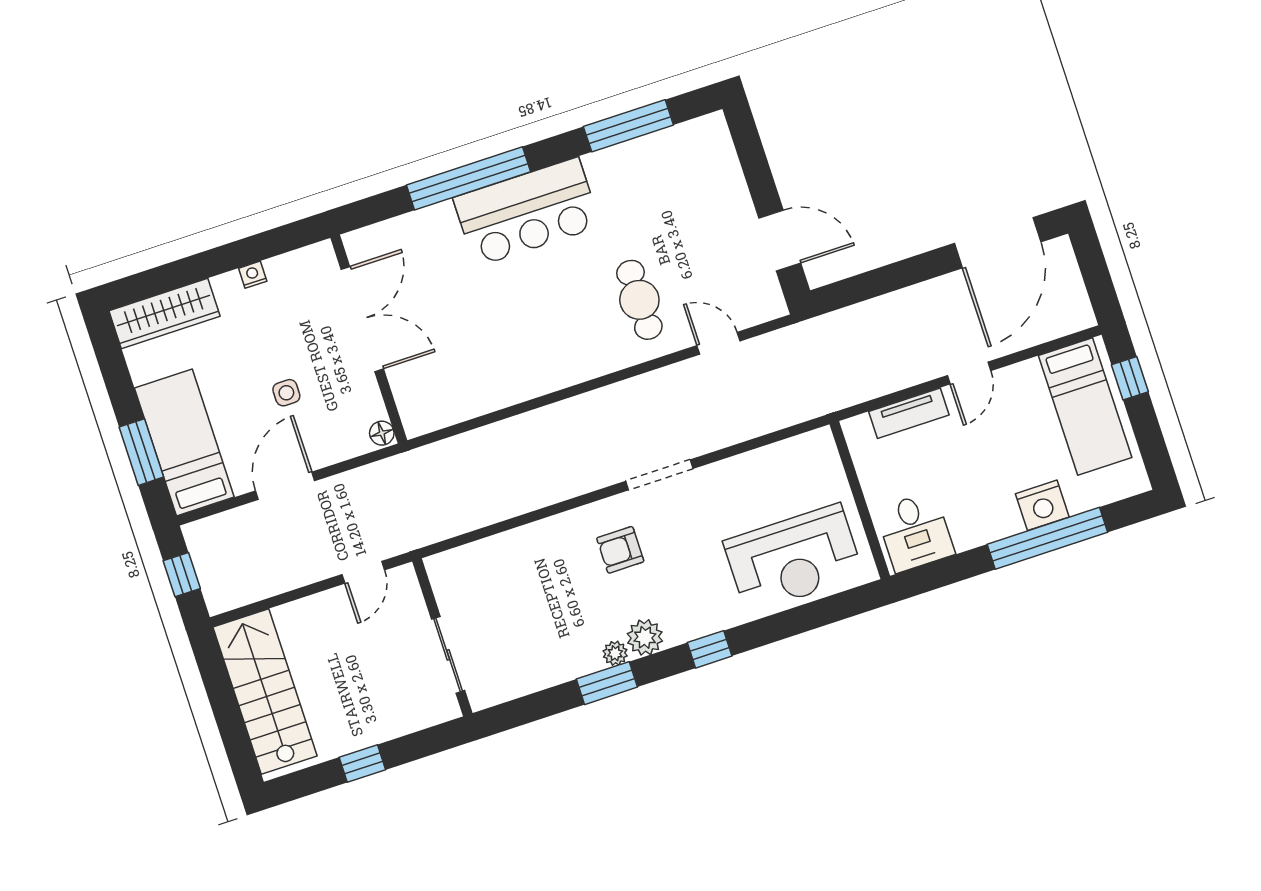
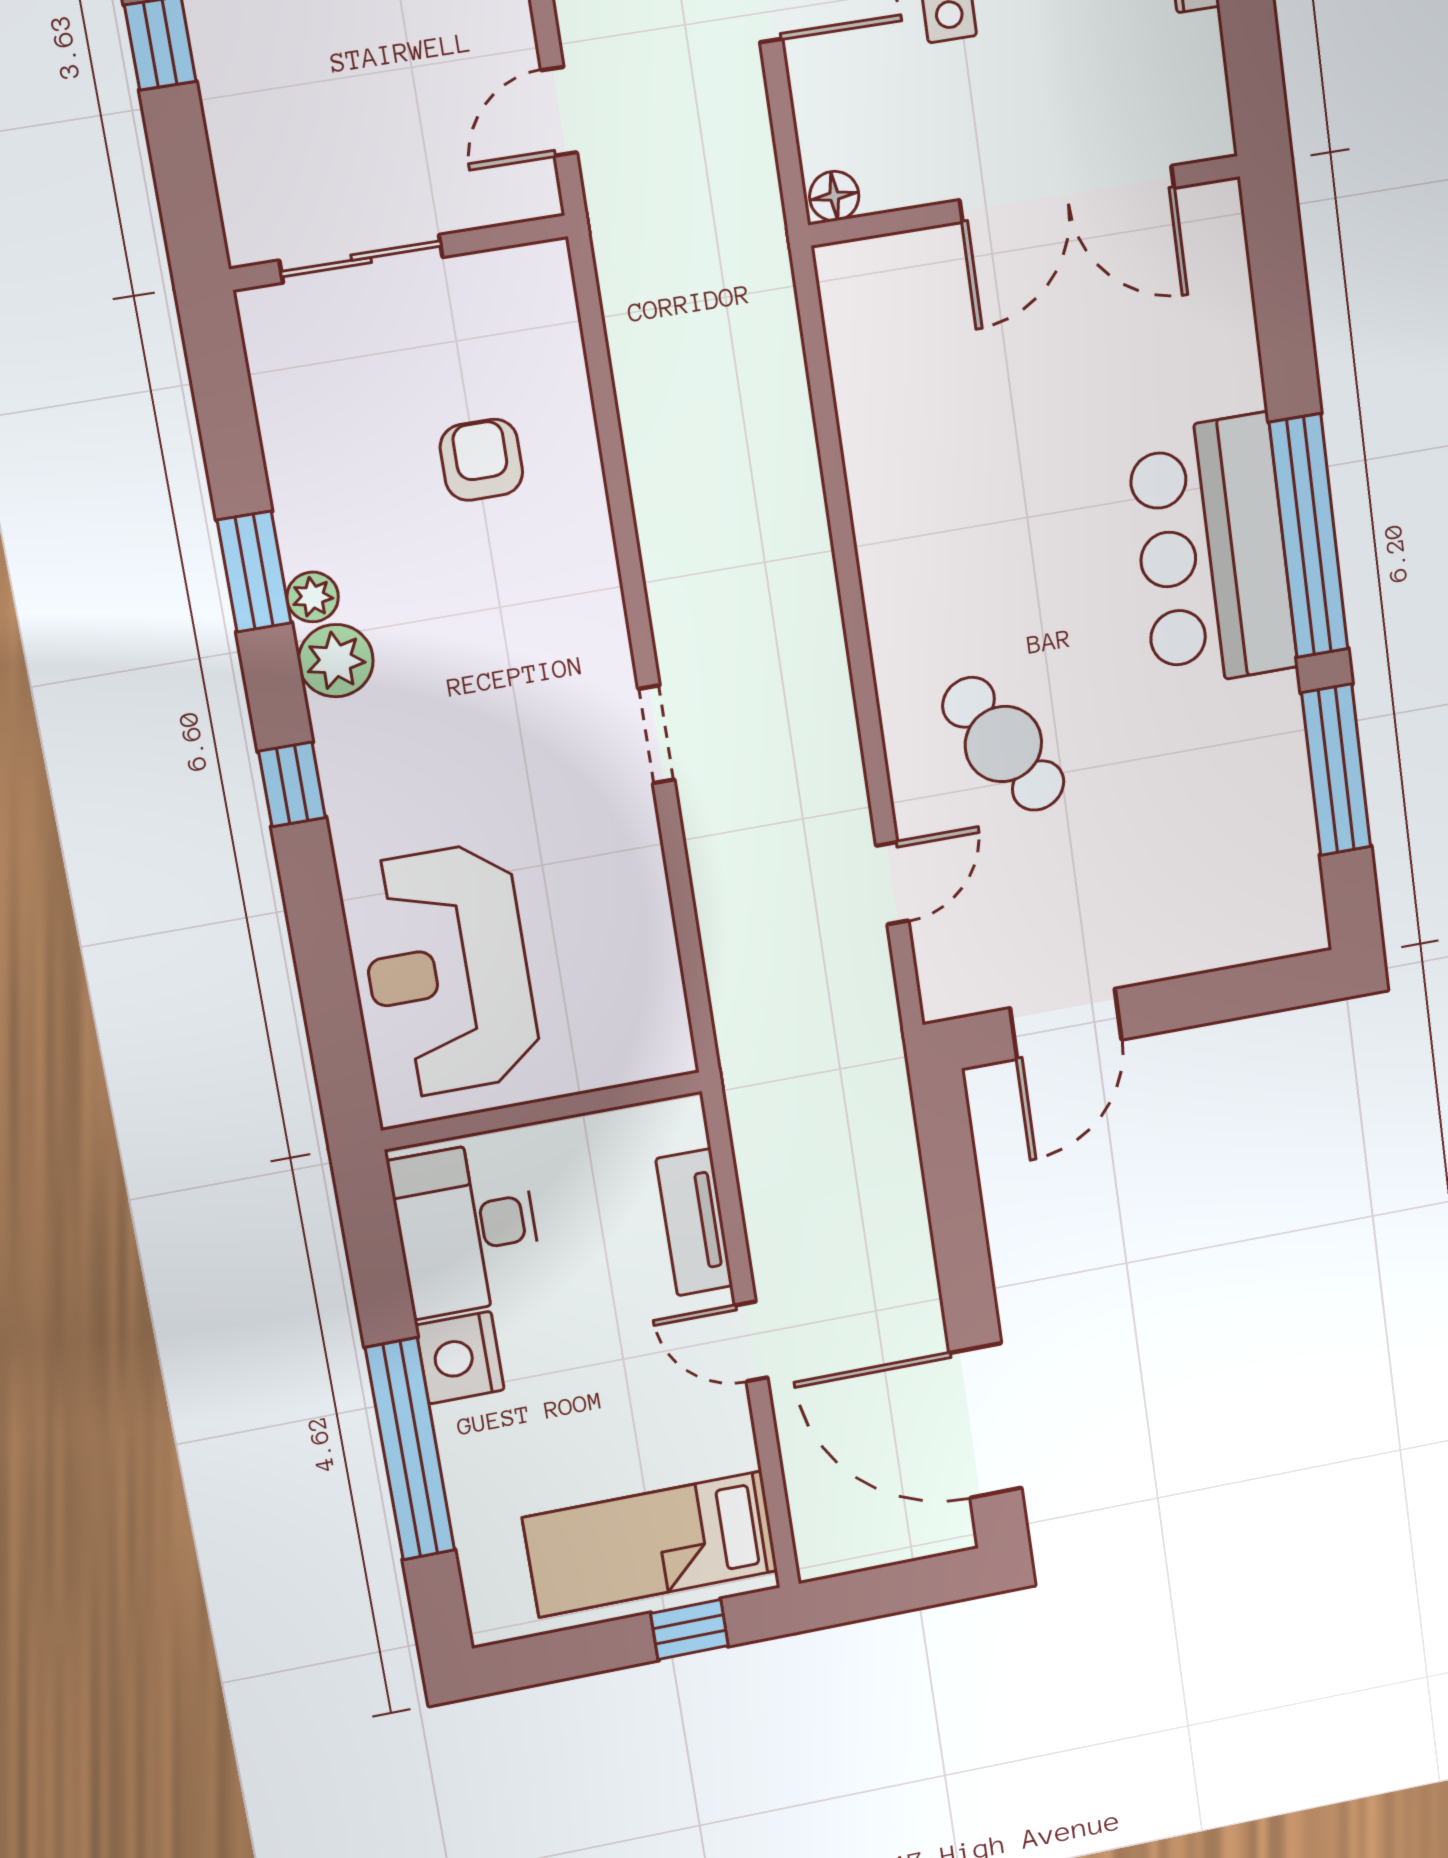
window: (469, 178) -> (1309, 536), moved
cafe table: (639, 300) -> (1003, 744), turned 59
doorway: (659, 475) -> (656, 734), width x0.73
nightstand: (1042, 505) -> (460, 1358), moved
desk: (915, 532) -> (467, 1228), width x1.37
armchair: (620, 550) -> (481, 460), moved
door: (363, 572) -> (559, 111), hinge flipped

